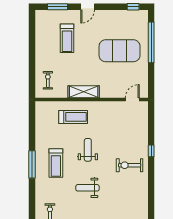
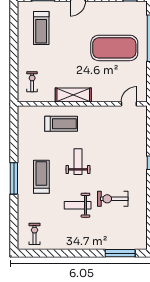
treadmill: (67, 38) -> (41, 28), moved
treadmill: (56, 163) -> (41, 177), turned 180
exercise bike: (130, 165) -> (113, 199), moved

